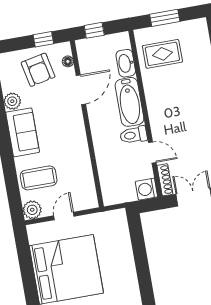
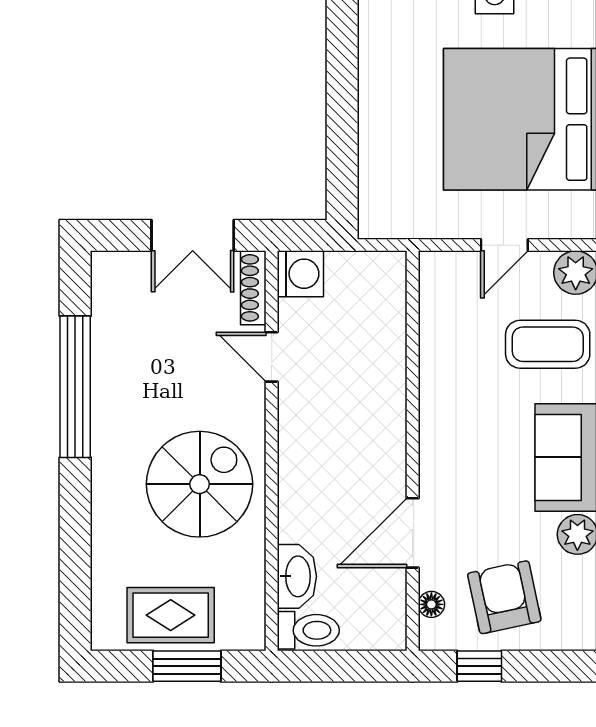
window: (94, 30) -> (357, 666), removed
rug: (162, 54) -> (171, 615), moved
spiral stairs: (173, 94) -> (200, 484), added
bathtub: (129, 102) -> (304, 484), removed
toilet: (134, 135) -> (308, 630), moved

